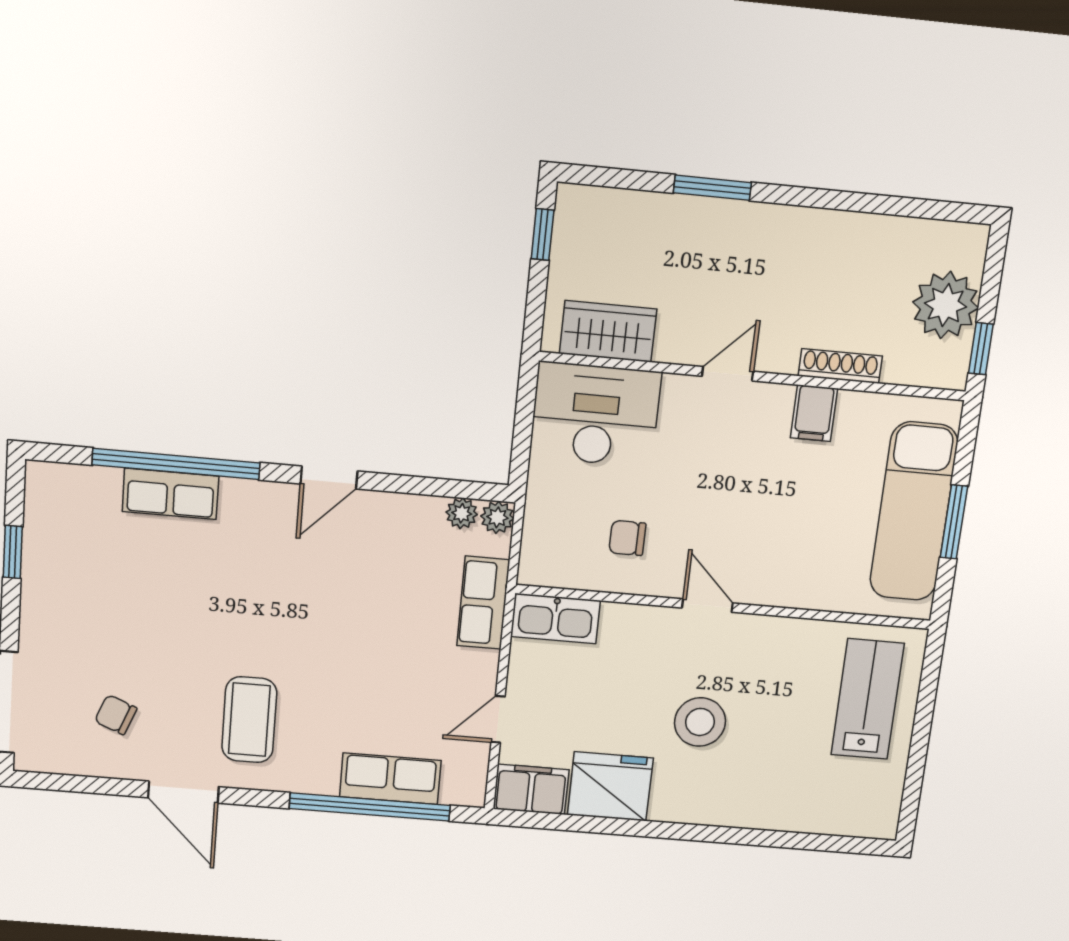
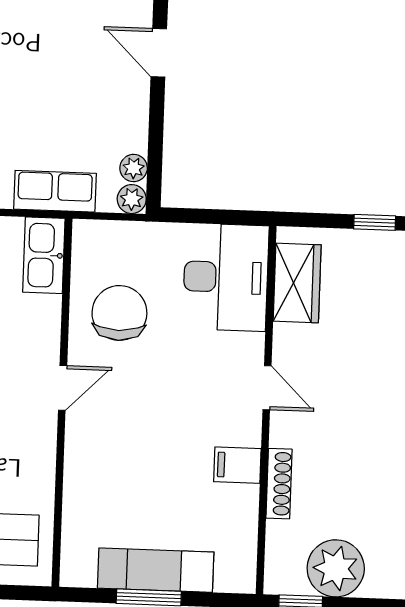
exam couch: (914, 512) -> (156, 570), width x0.73, depth x0.69
chair: (627, 538) -> (119, 313), width x1.87, depth x1.87

